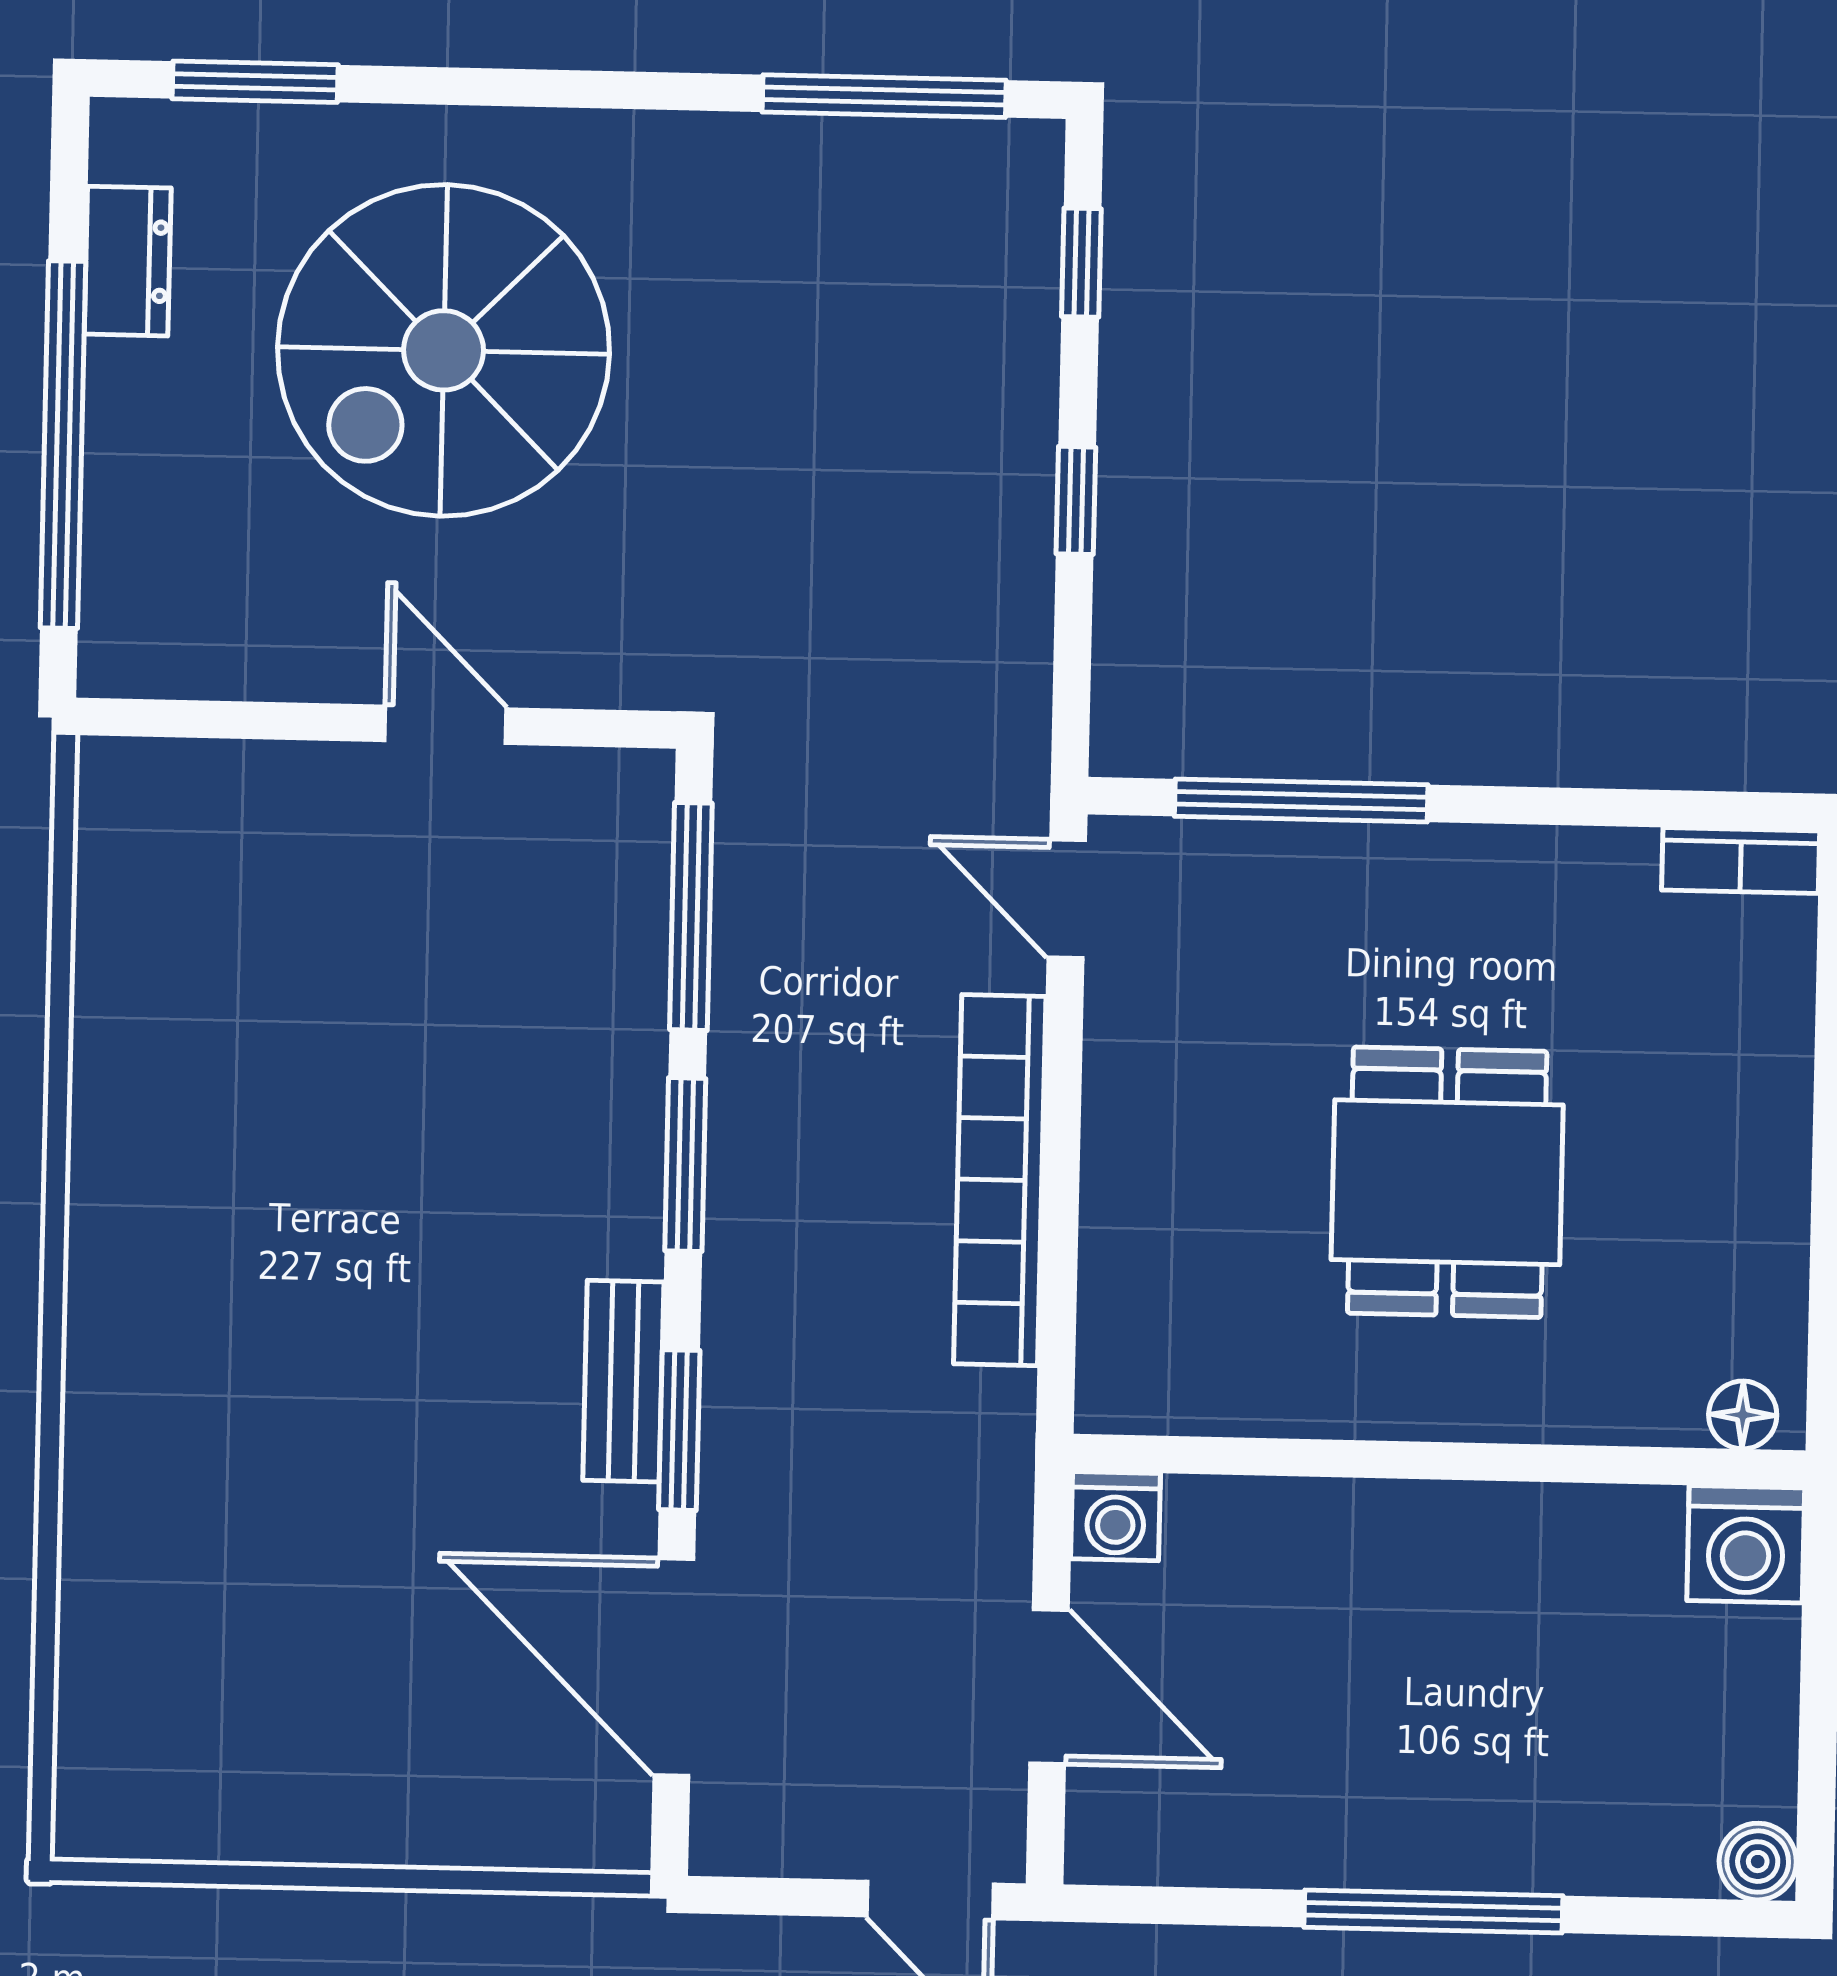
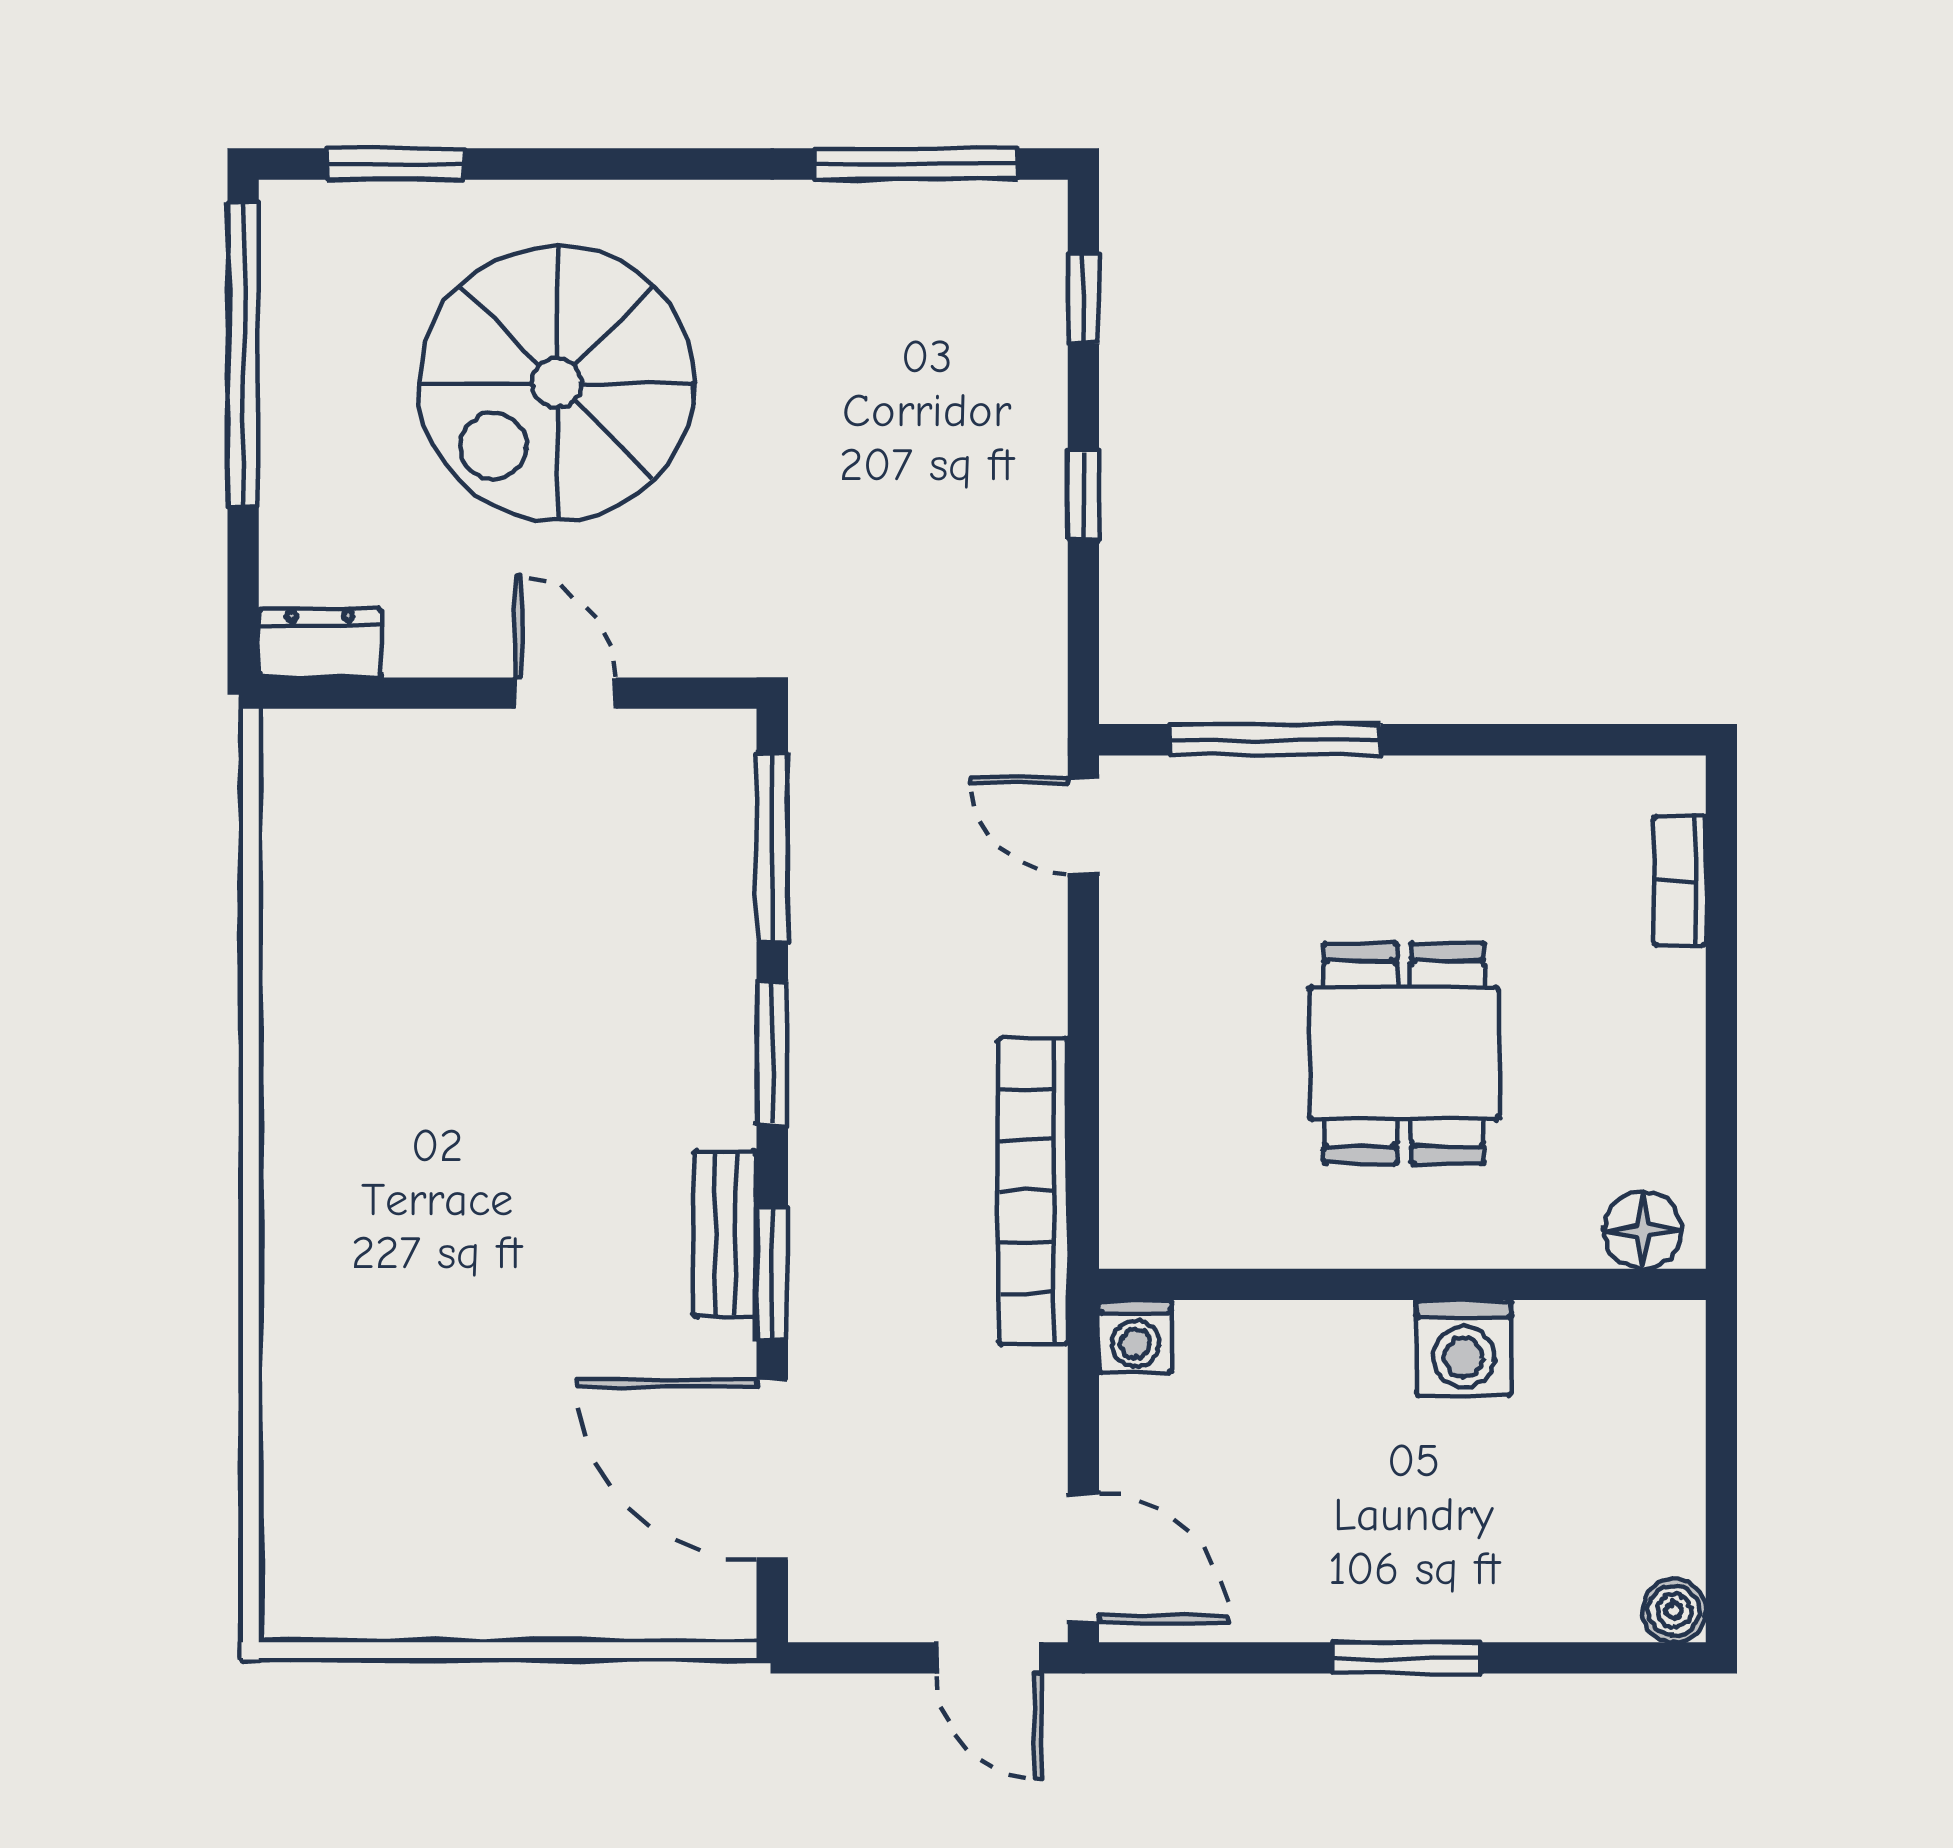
dresser: (128, 261) -> (320, 643), moved, turned -90
window: (63, 445) -> (243, 355), moved
bookcase: (1741, 861) -> (1680, 881), moved, turned 90
bookcase: (1000, 1180) -> (1033, 1191), moved
floor lamp: (1743, 1415) -> (1643, 1230), width x1.37, depth x1.37
washing machine: (1746, 1544) -> (1463, 1348), moved
door: (1049, 1687) -> (1083, 1558), moved
window: (1433, 1911) -> (1406, 1658), width x0.69

